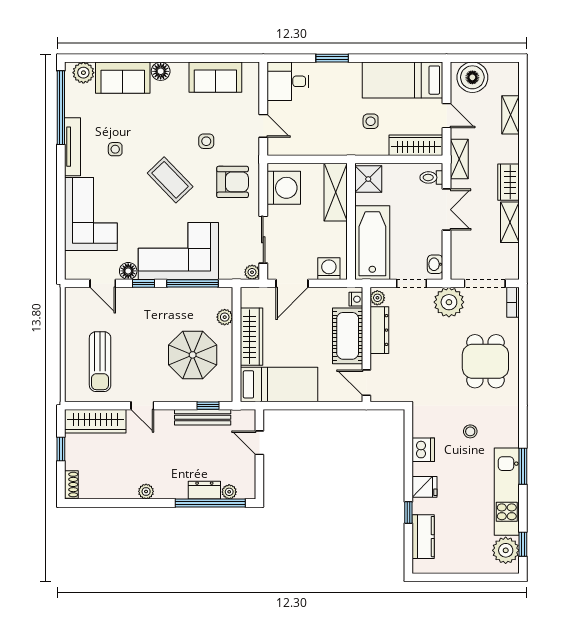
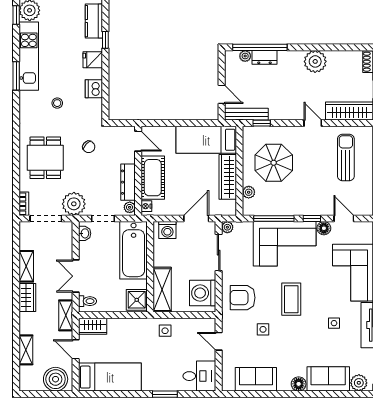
side table: (371, 121) -> (165, 331), moved
wardrobe: (416, 145) -> (93, 326), width x0.67
coffee table: (170, 180) -> (291, 299), turned 44
chair: (430, 375) -> (89, 147), added
bench: (203, 417) -> (246, 114), moved
plant: (146, 491) -> (315, 61), width x1.88, depth x1.88

